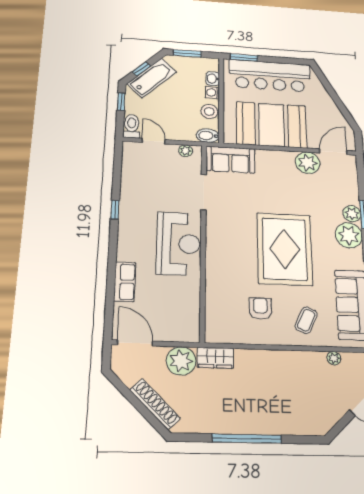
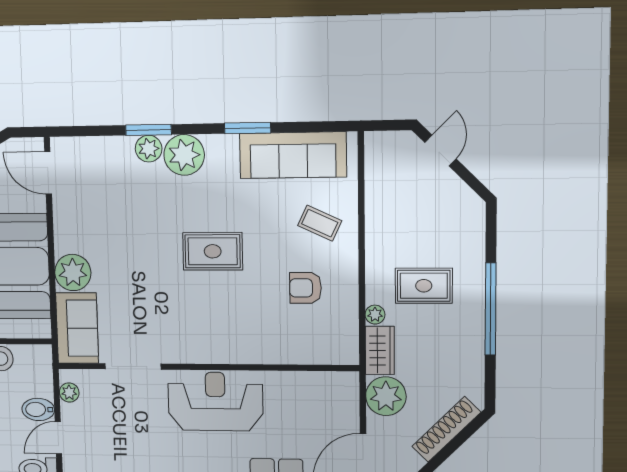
bidet: (208, 136) -> (38, 409), moved, turned 90
plant: (308, 163) -> (73, 272), moved
rug: (285, 249) -> (213, 251), width x0.54, depth x0.49
plant: (334, 358) -> (375, 315), moved
rug: (263, 390) -> (424, 286), added

